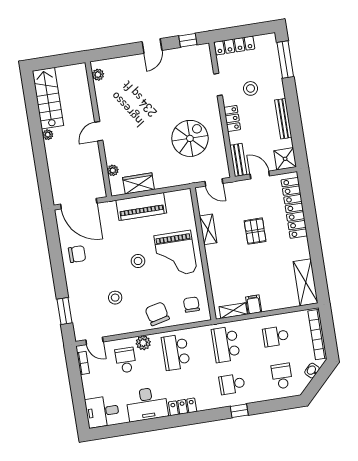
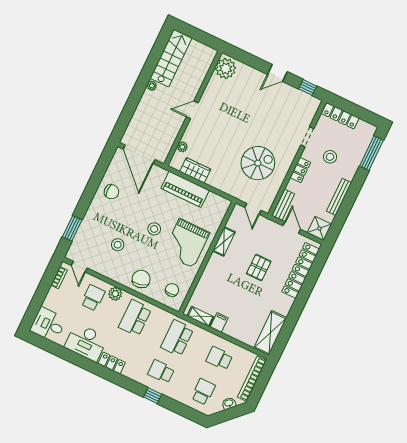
plant: (98, 75) -> (226, 69), width x1.87, depth x1.87

